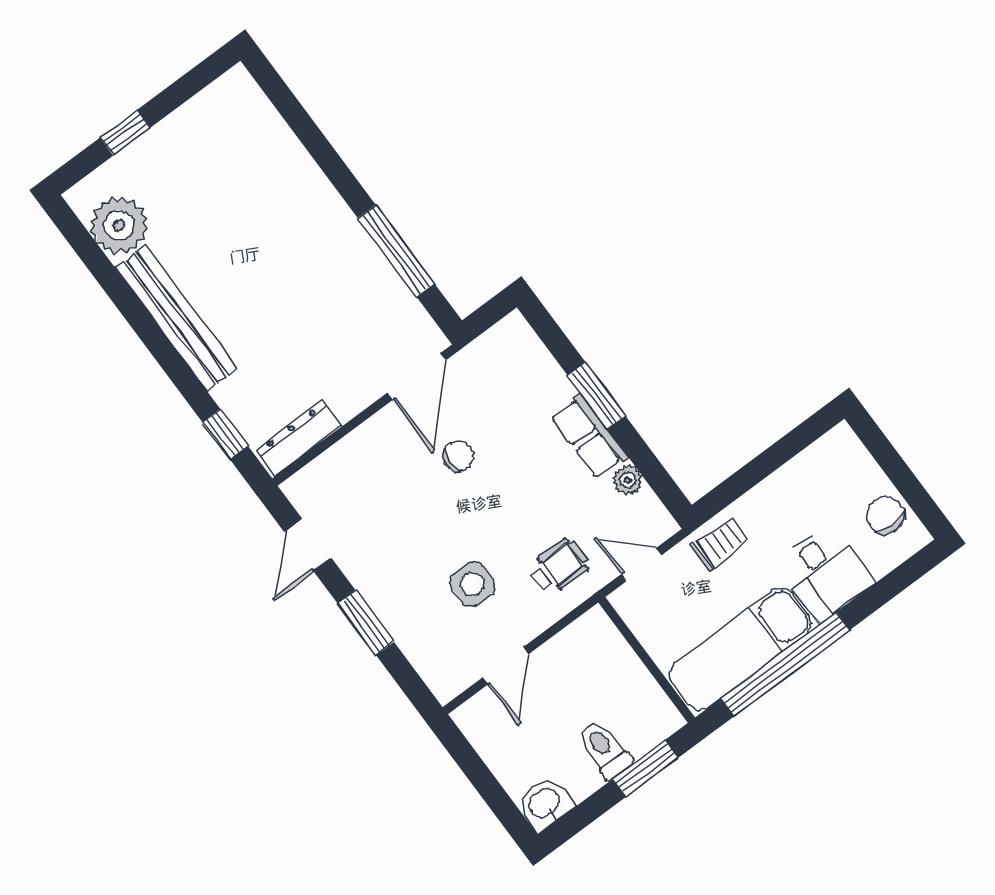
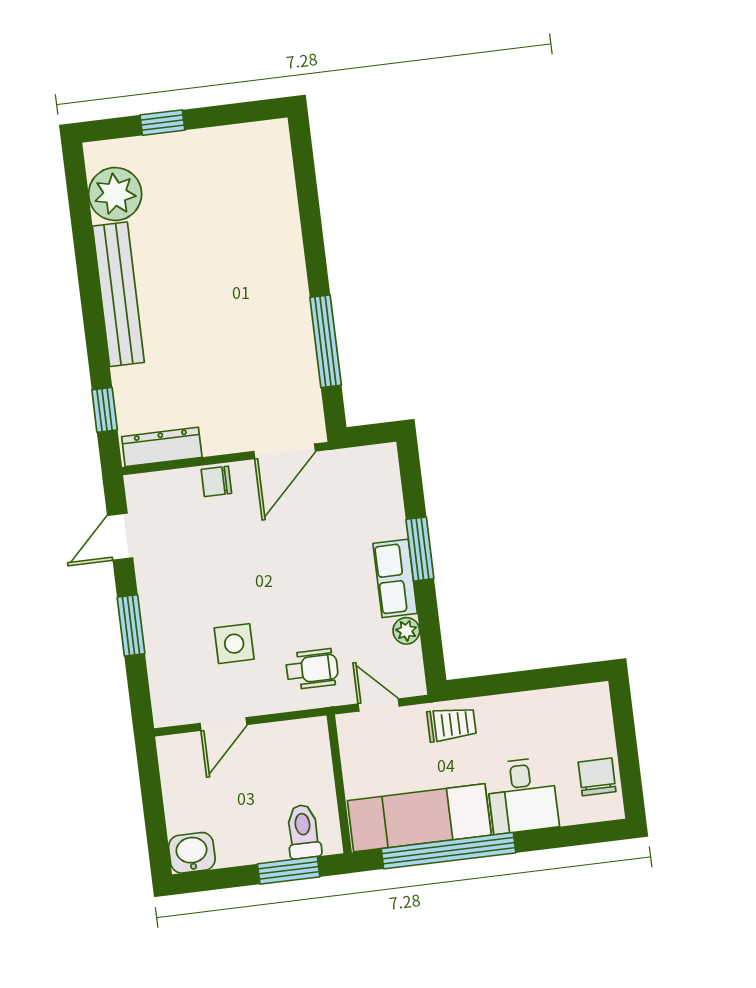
chair: (458, 456) -> (216, 481), moved, turned 180
toilet: (605, 749) -> (303, 832), moved

